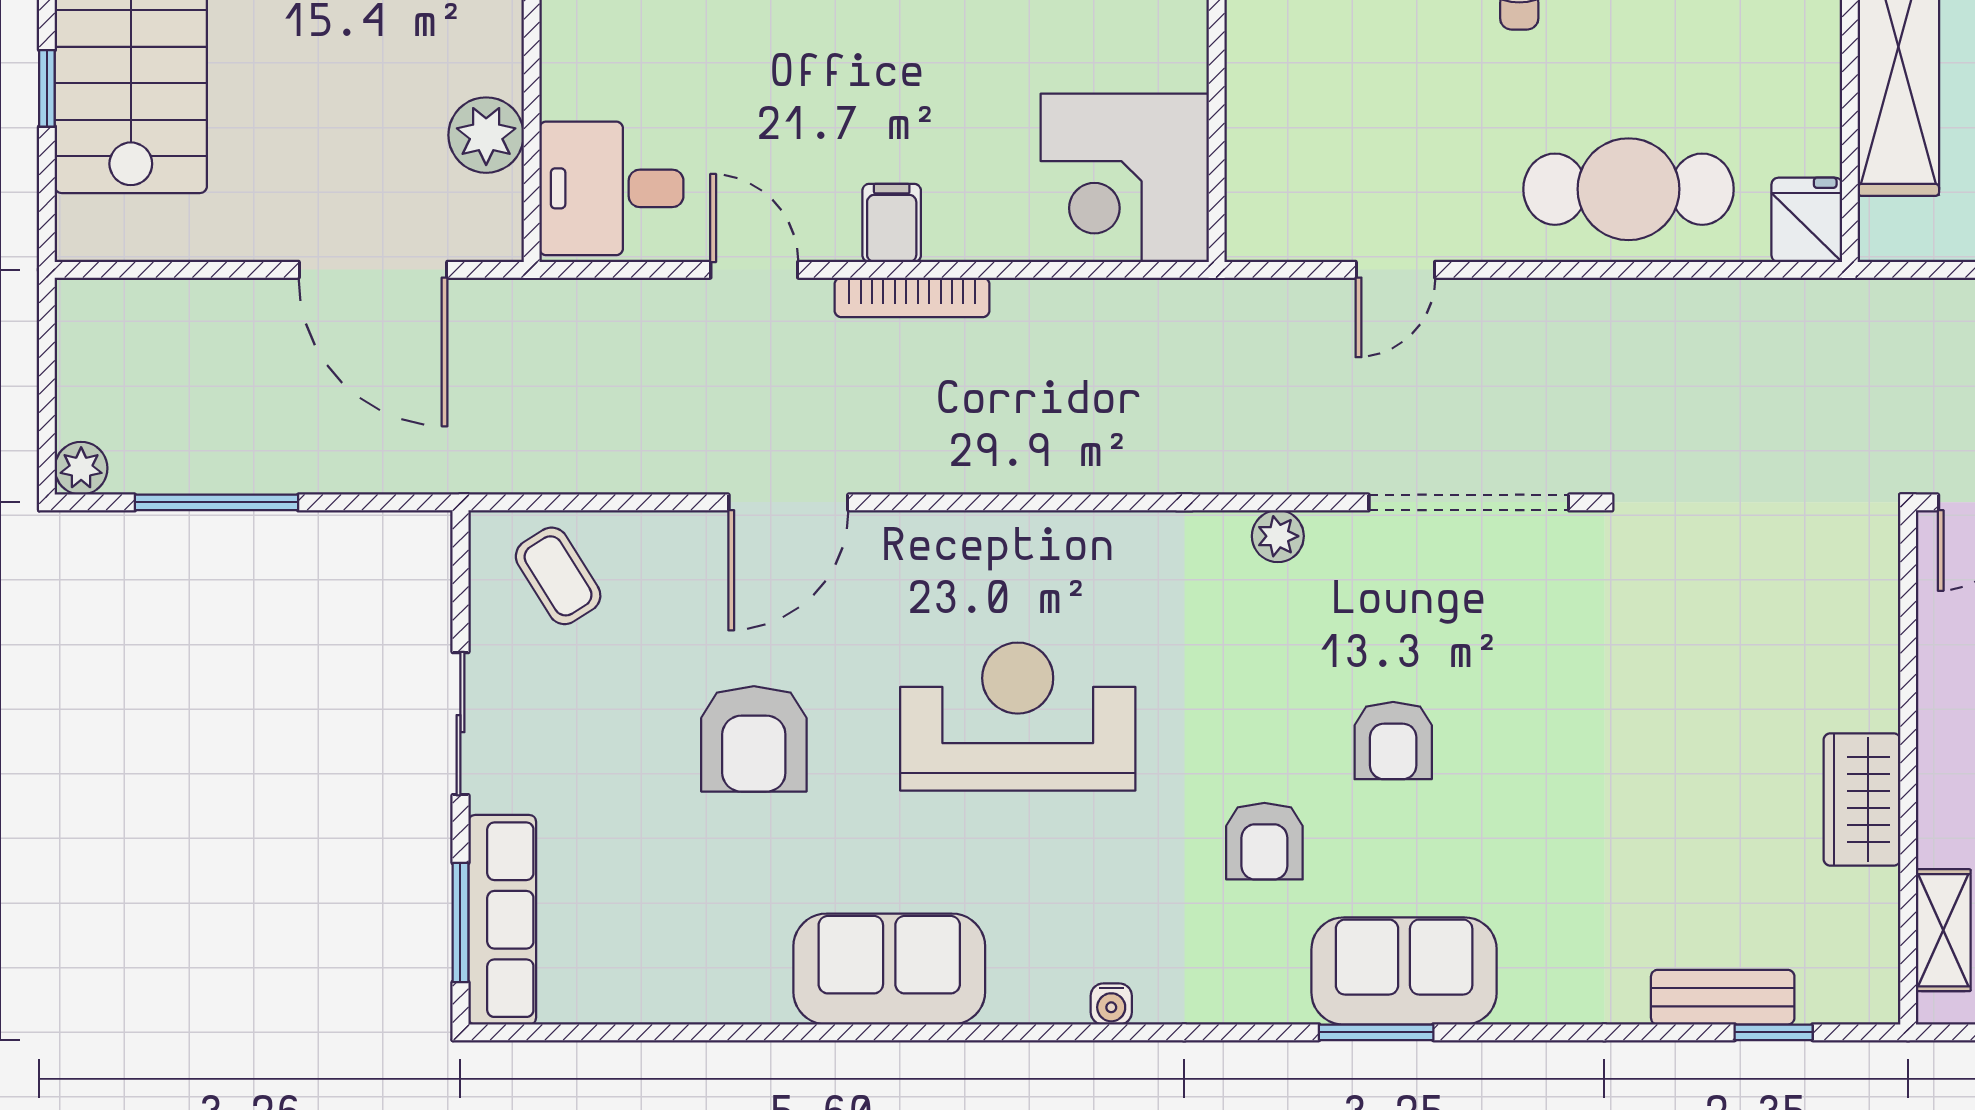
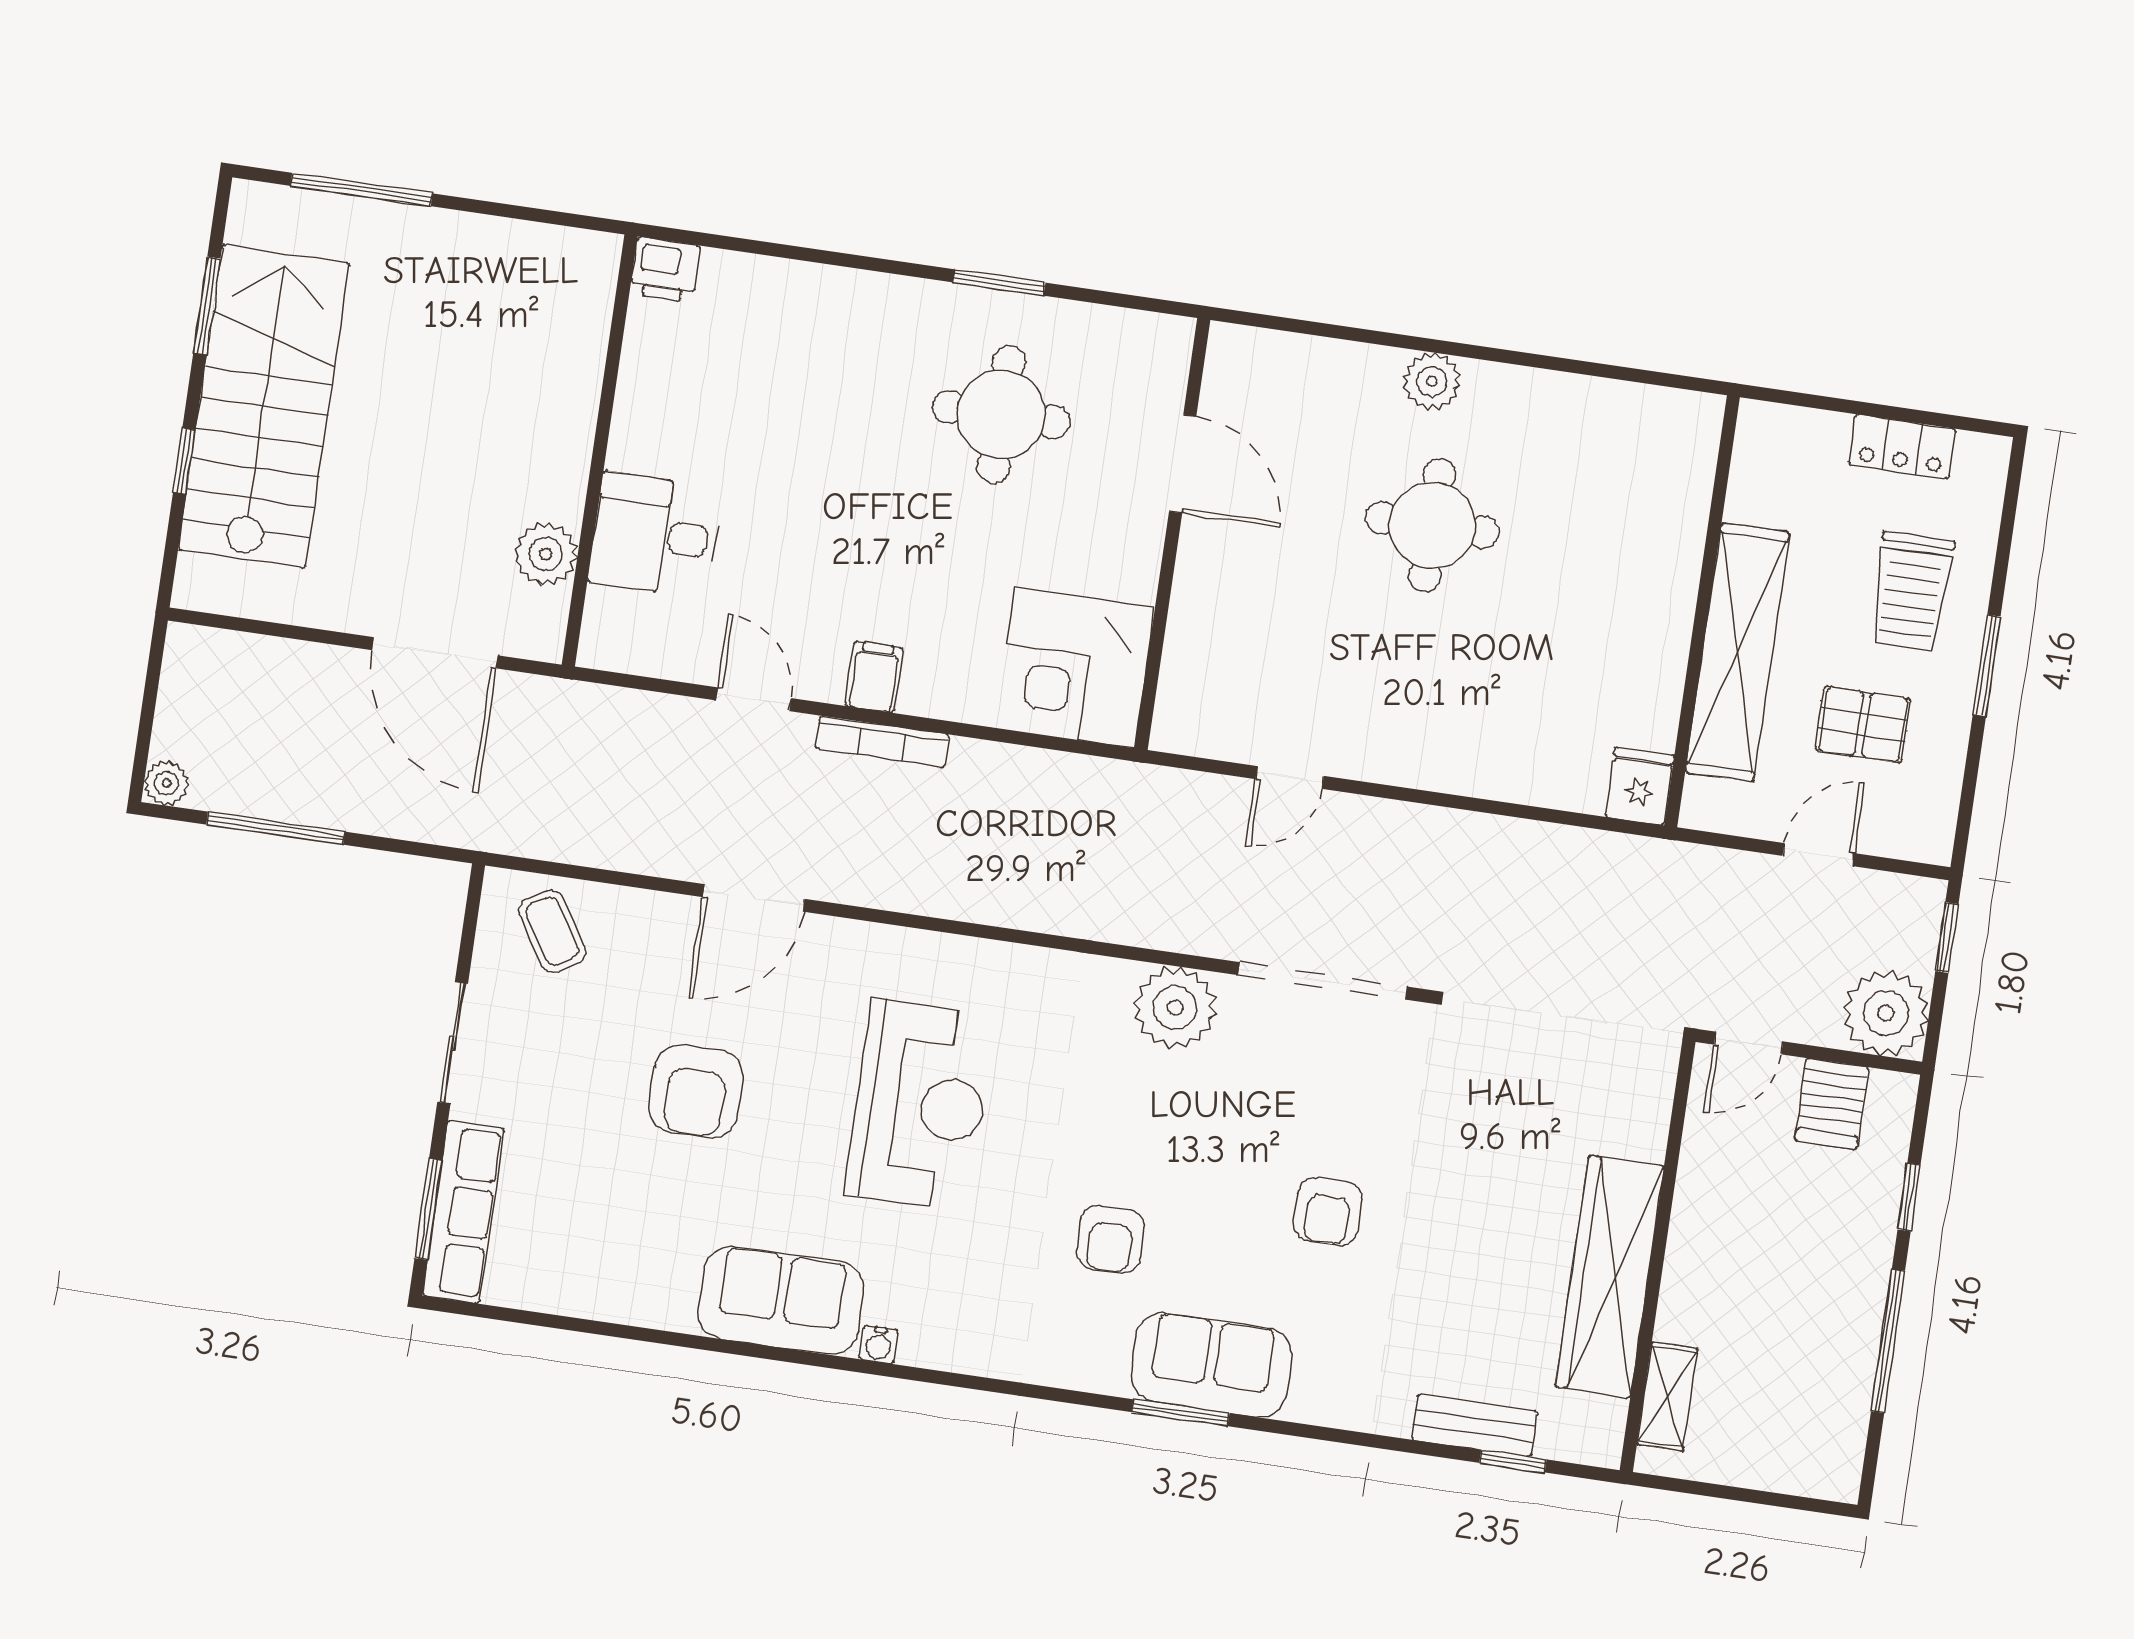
desk: (611, 188) -> (655, 535), moved
cafe table: (1629, 189) -> (1494, 739), removed
plant: (1278, 536) -> (1175, 1008), width x1.87, depth x1.87
reception desk: (1018, 717) -> (919, 1105), turned 90
armchair: (1393, 741) -> (1328, 1212), moved
wardrobe: (1862, 799) -> (1610, 1276), width x2.10, depth x1.17
water cooler: (1111, 1004) -> (879, 1344), moved

